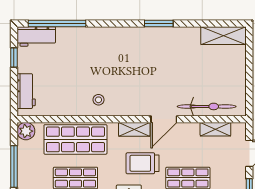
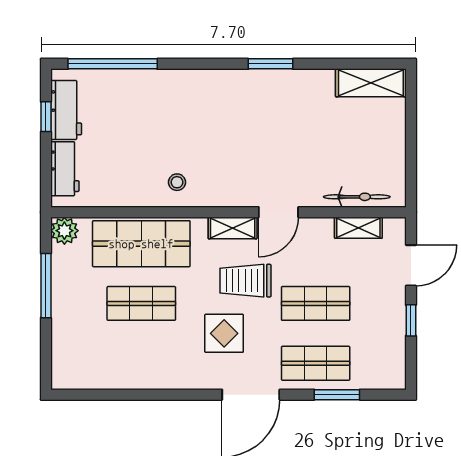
workbench: (36, 36) -> (66, 110), moved, turned -90
bicycle: (207, 106) -> (357, 197), width x0.73, depth x0.71

